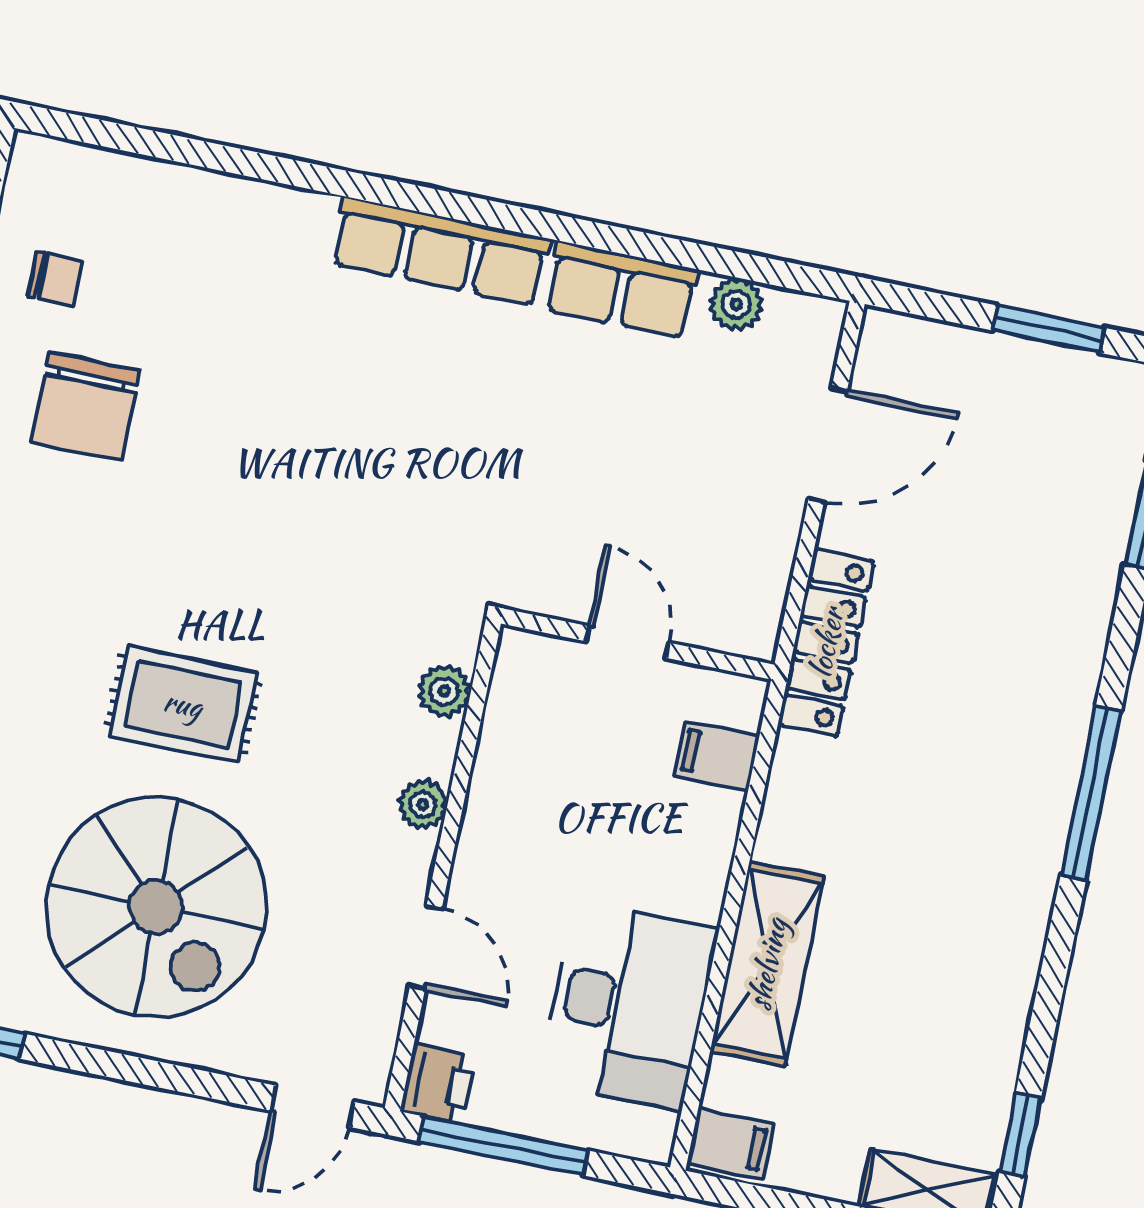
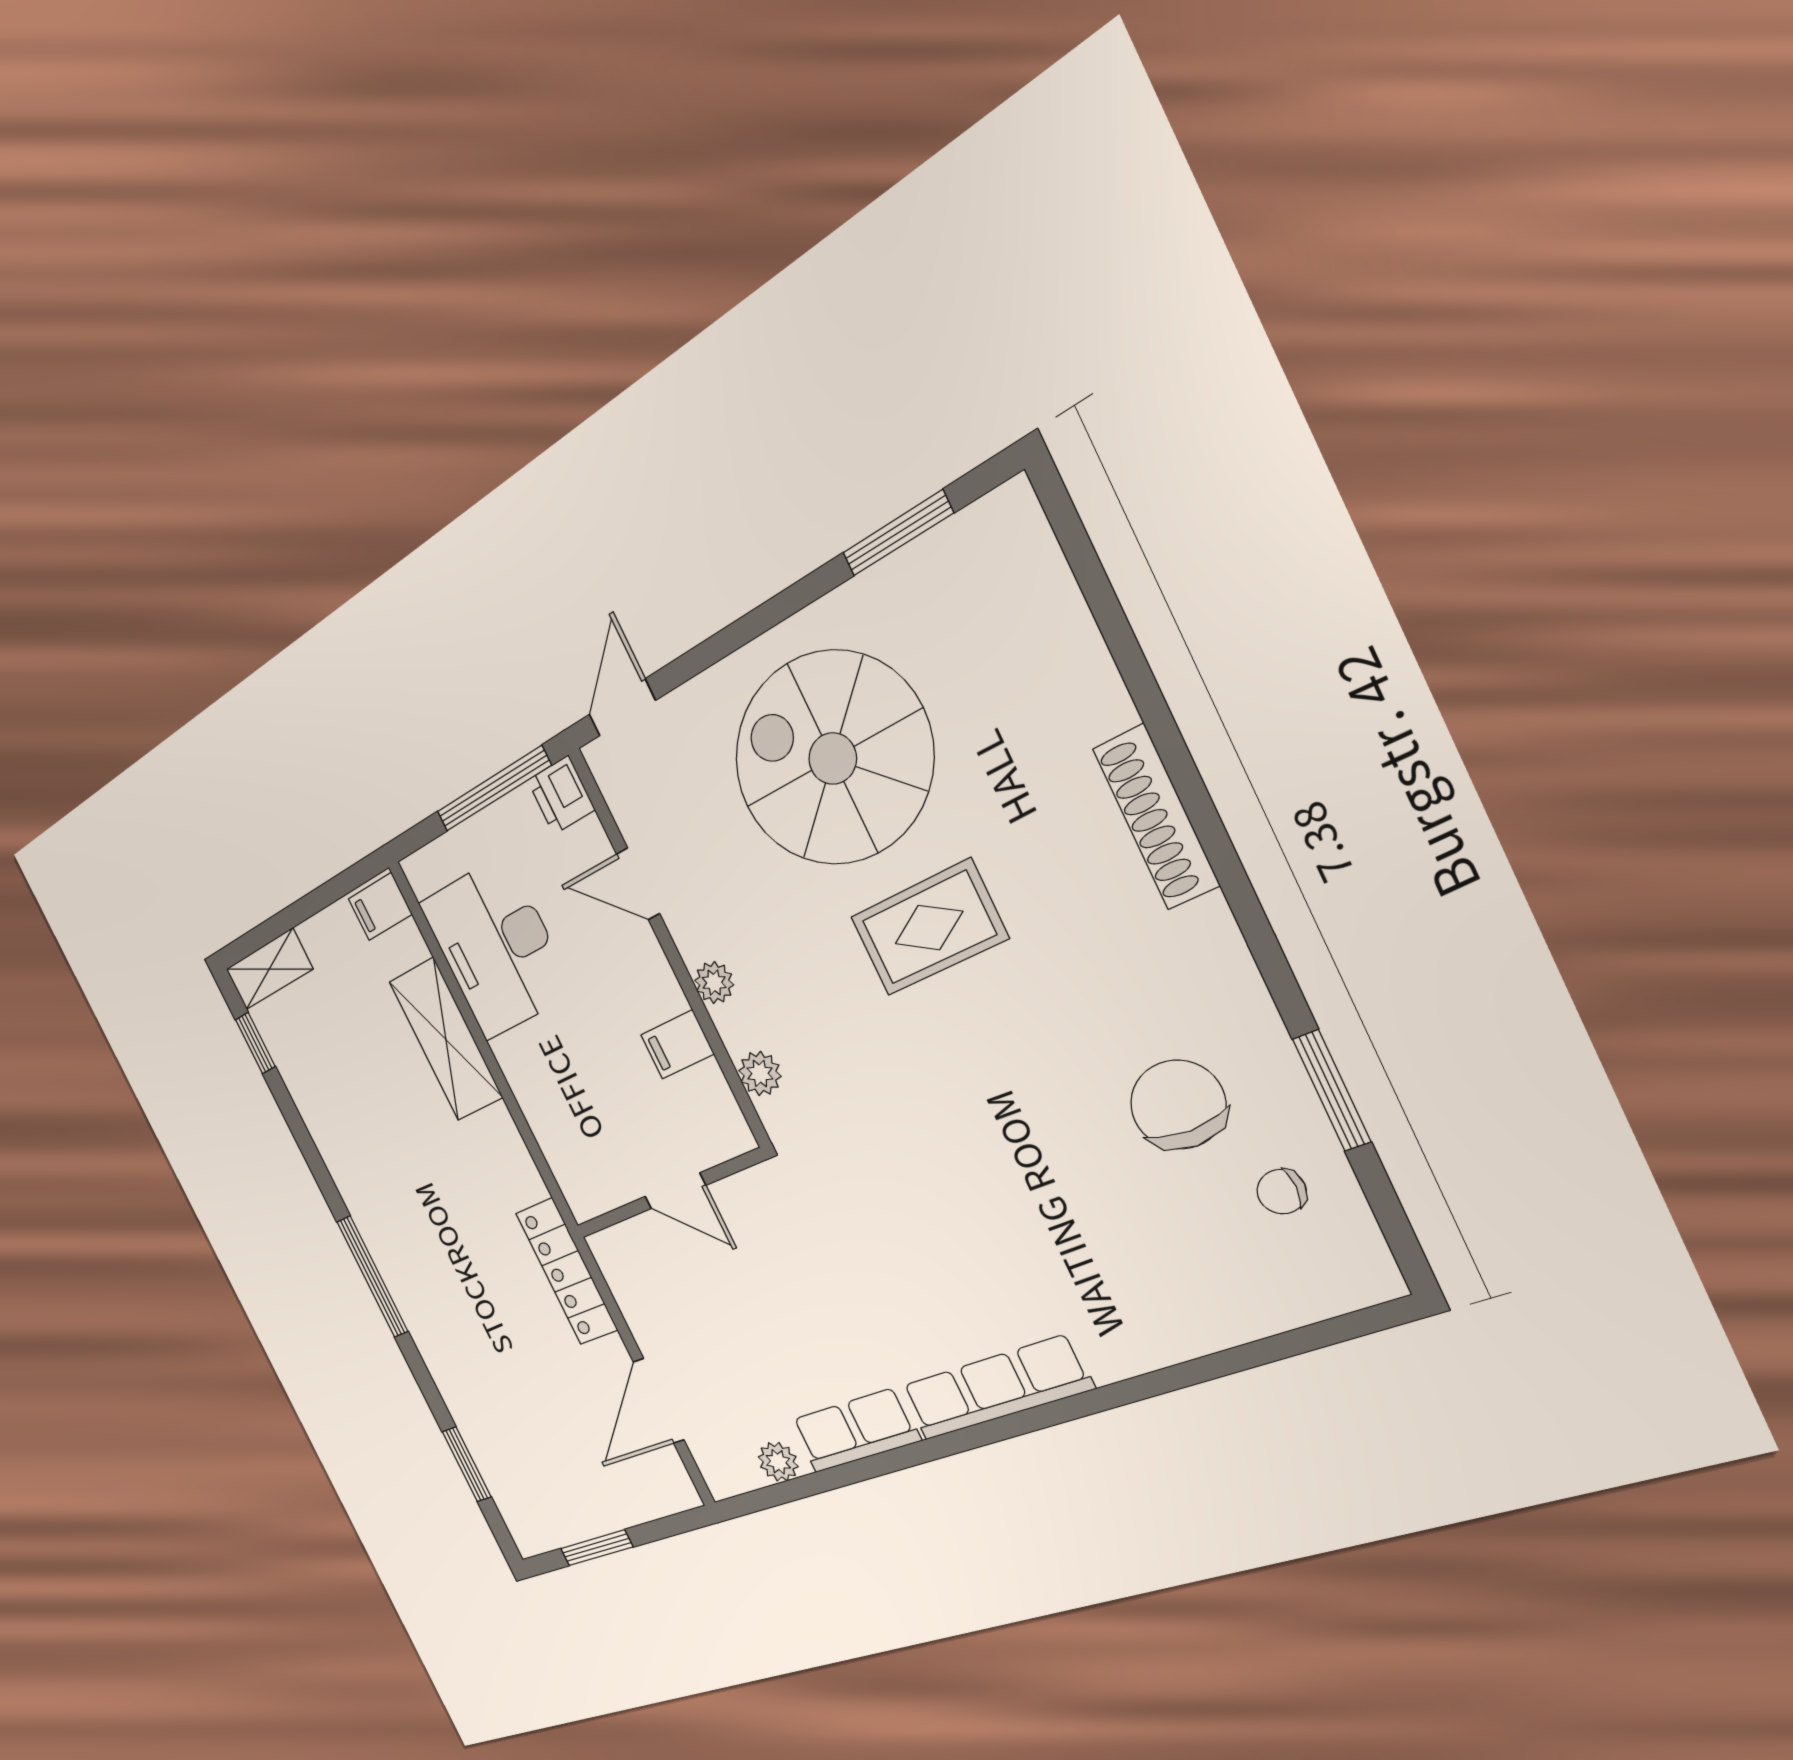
filing cabinet: (717, 756) -> (677, 1044), moved, turned 180

